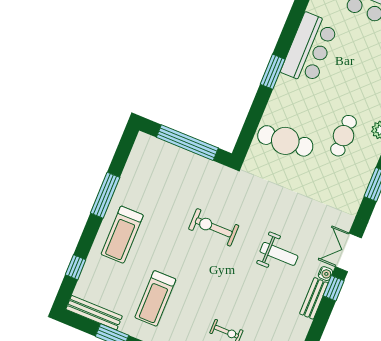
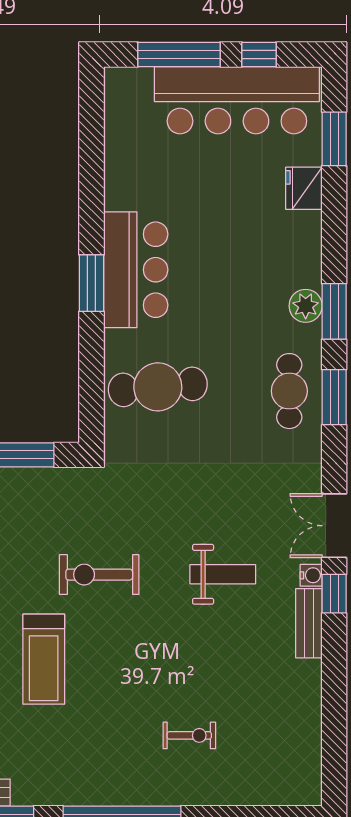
bar counter: (309, 49) -> (136, 270), moved
cafe table: (343, 136) -> (289, 391), moved
treadmill: (155, 298) -> (44, 659), moved

